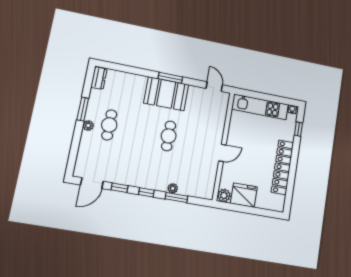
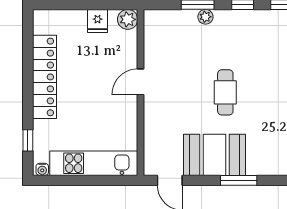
booth: (166, 94) -> (214, 155), moved
fridge: (244, 195) -> (98, 21), width x0.53, depth x0.75

